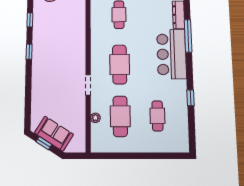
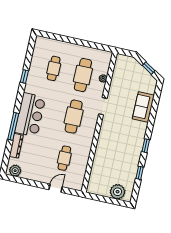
sofa: (54, 134) -> (143, 107), moved, turned 58

